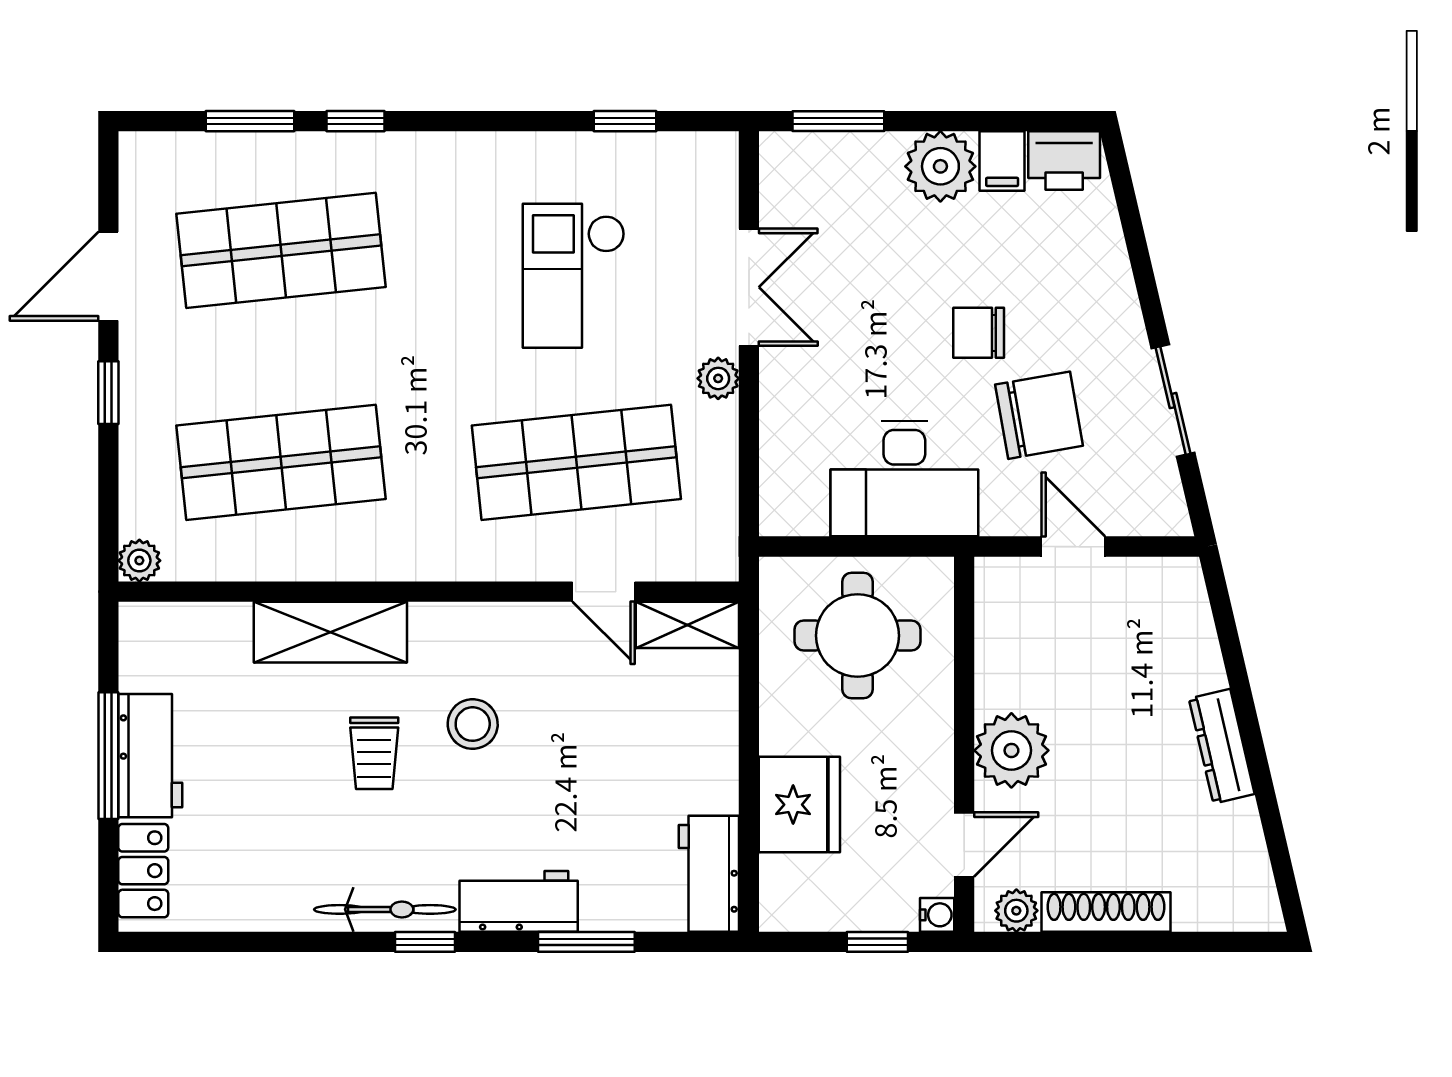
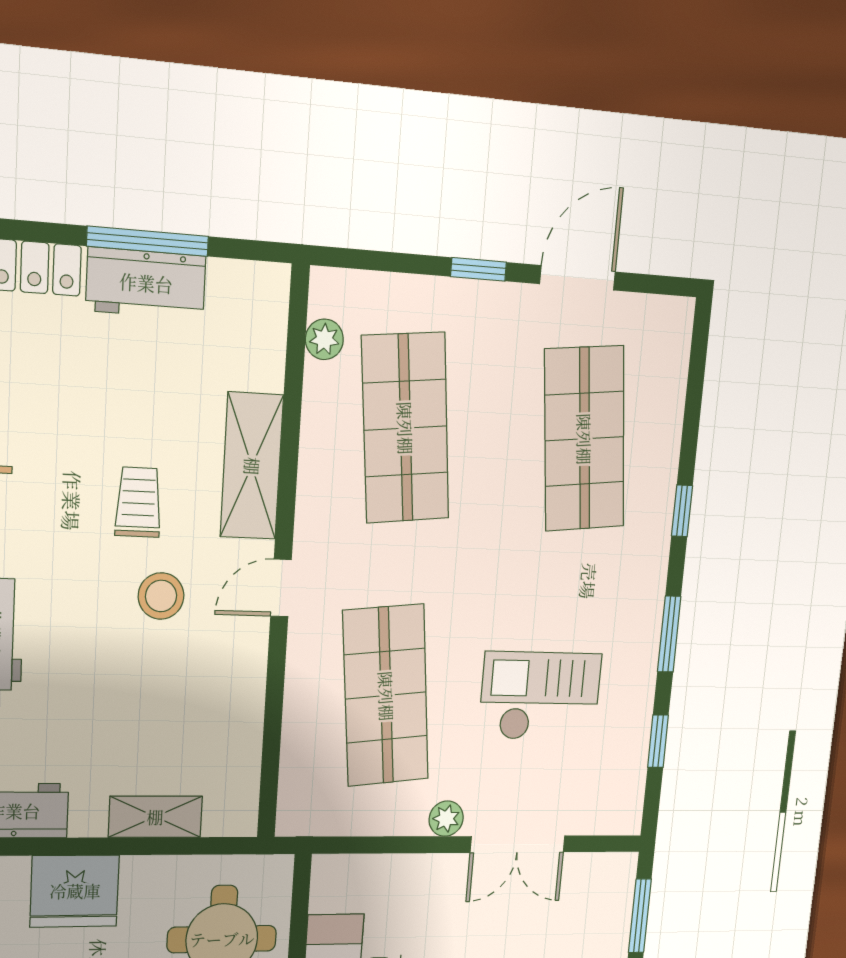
window: (250, 121) -> (669, 634), moved
door: (108, 276) -> (578, 278), hinge flipped
plant: (139, 561) -> (324, 339), moved
door: (604, 592) -> (281, 588), moved
shelving: (687, 625) -> (155, 817), moved, turned 90
trolley: (374, 753) -> (138, 502), turned 90

